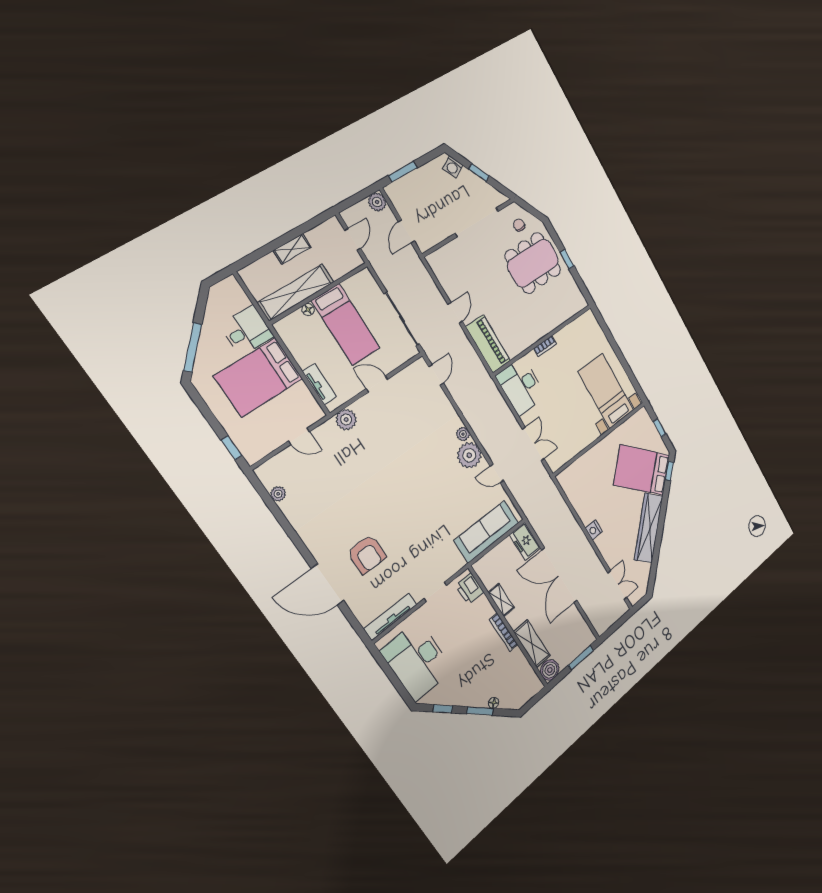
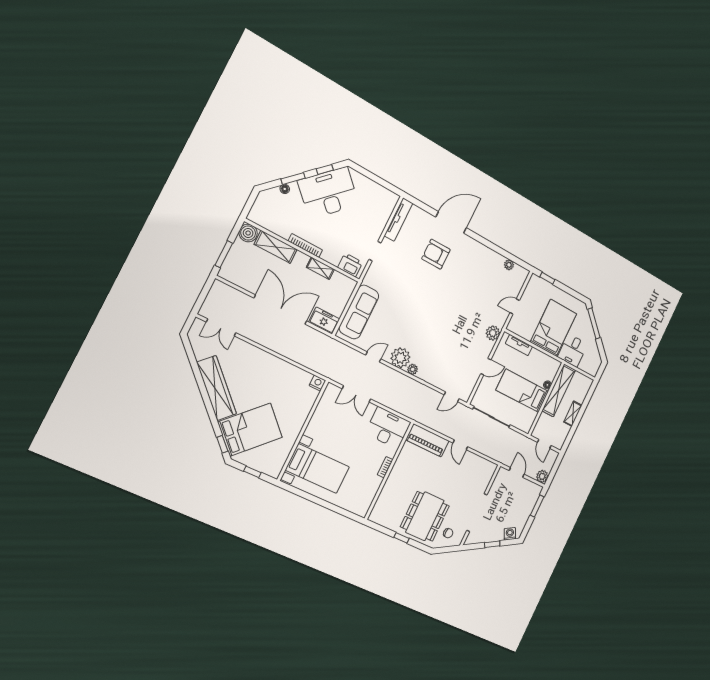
door: (436, 375) -> (452, 397), hinge flipped
nightstand: (594, 530) -> (318, 383), moved
desk: (417, 660) -> (328, 193), moved, turned -45

